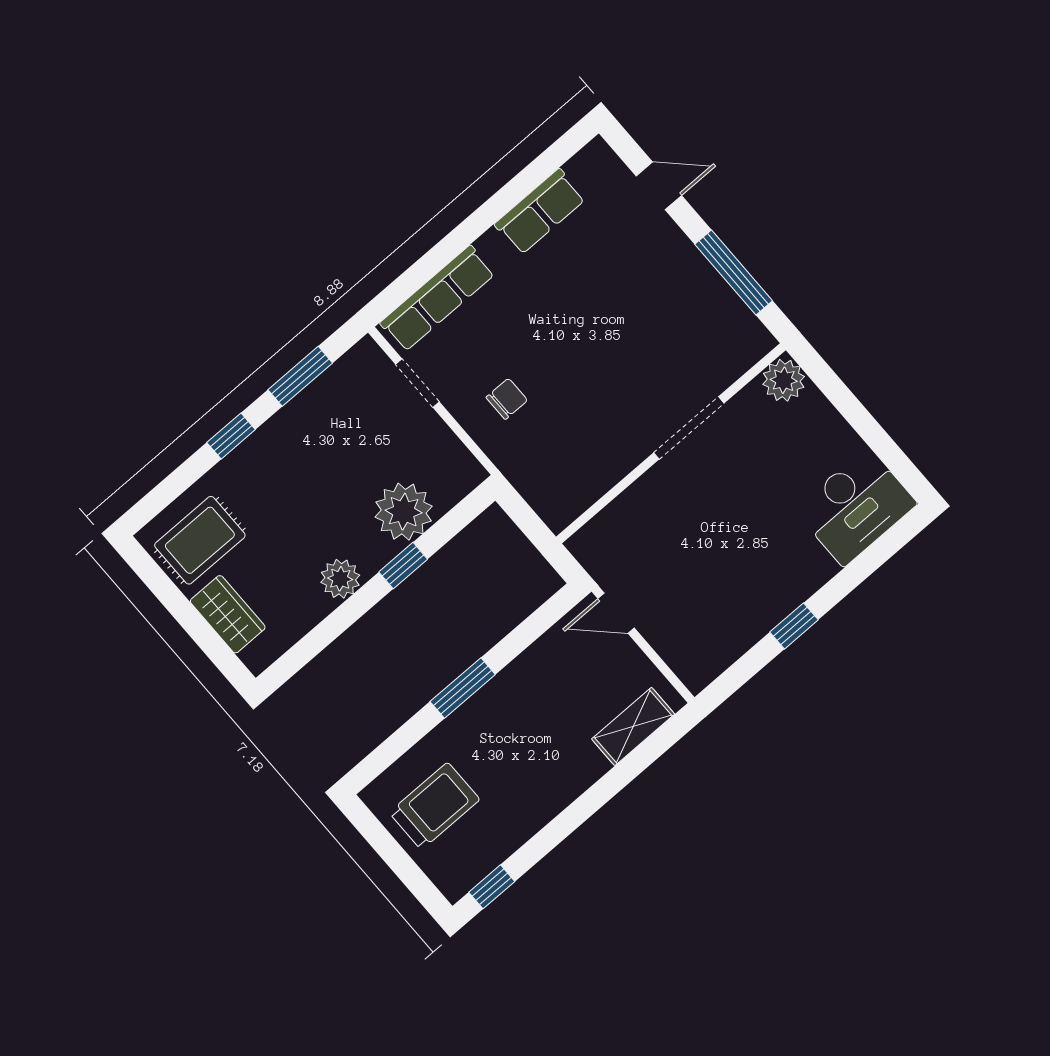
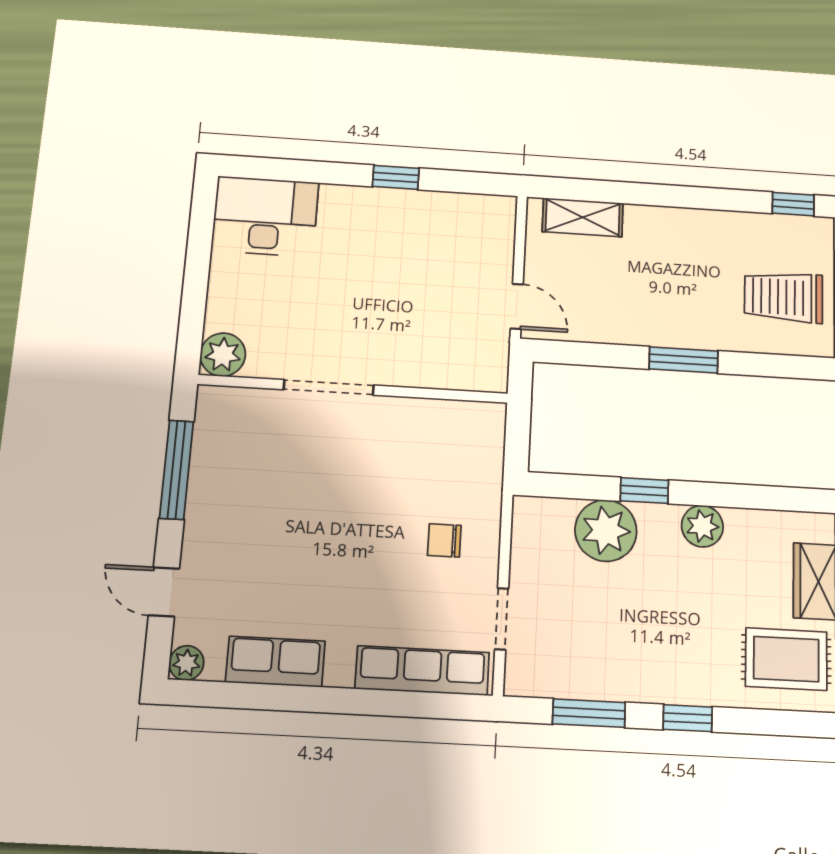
plant: (597, 155) -> (186, 663), added

